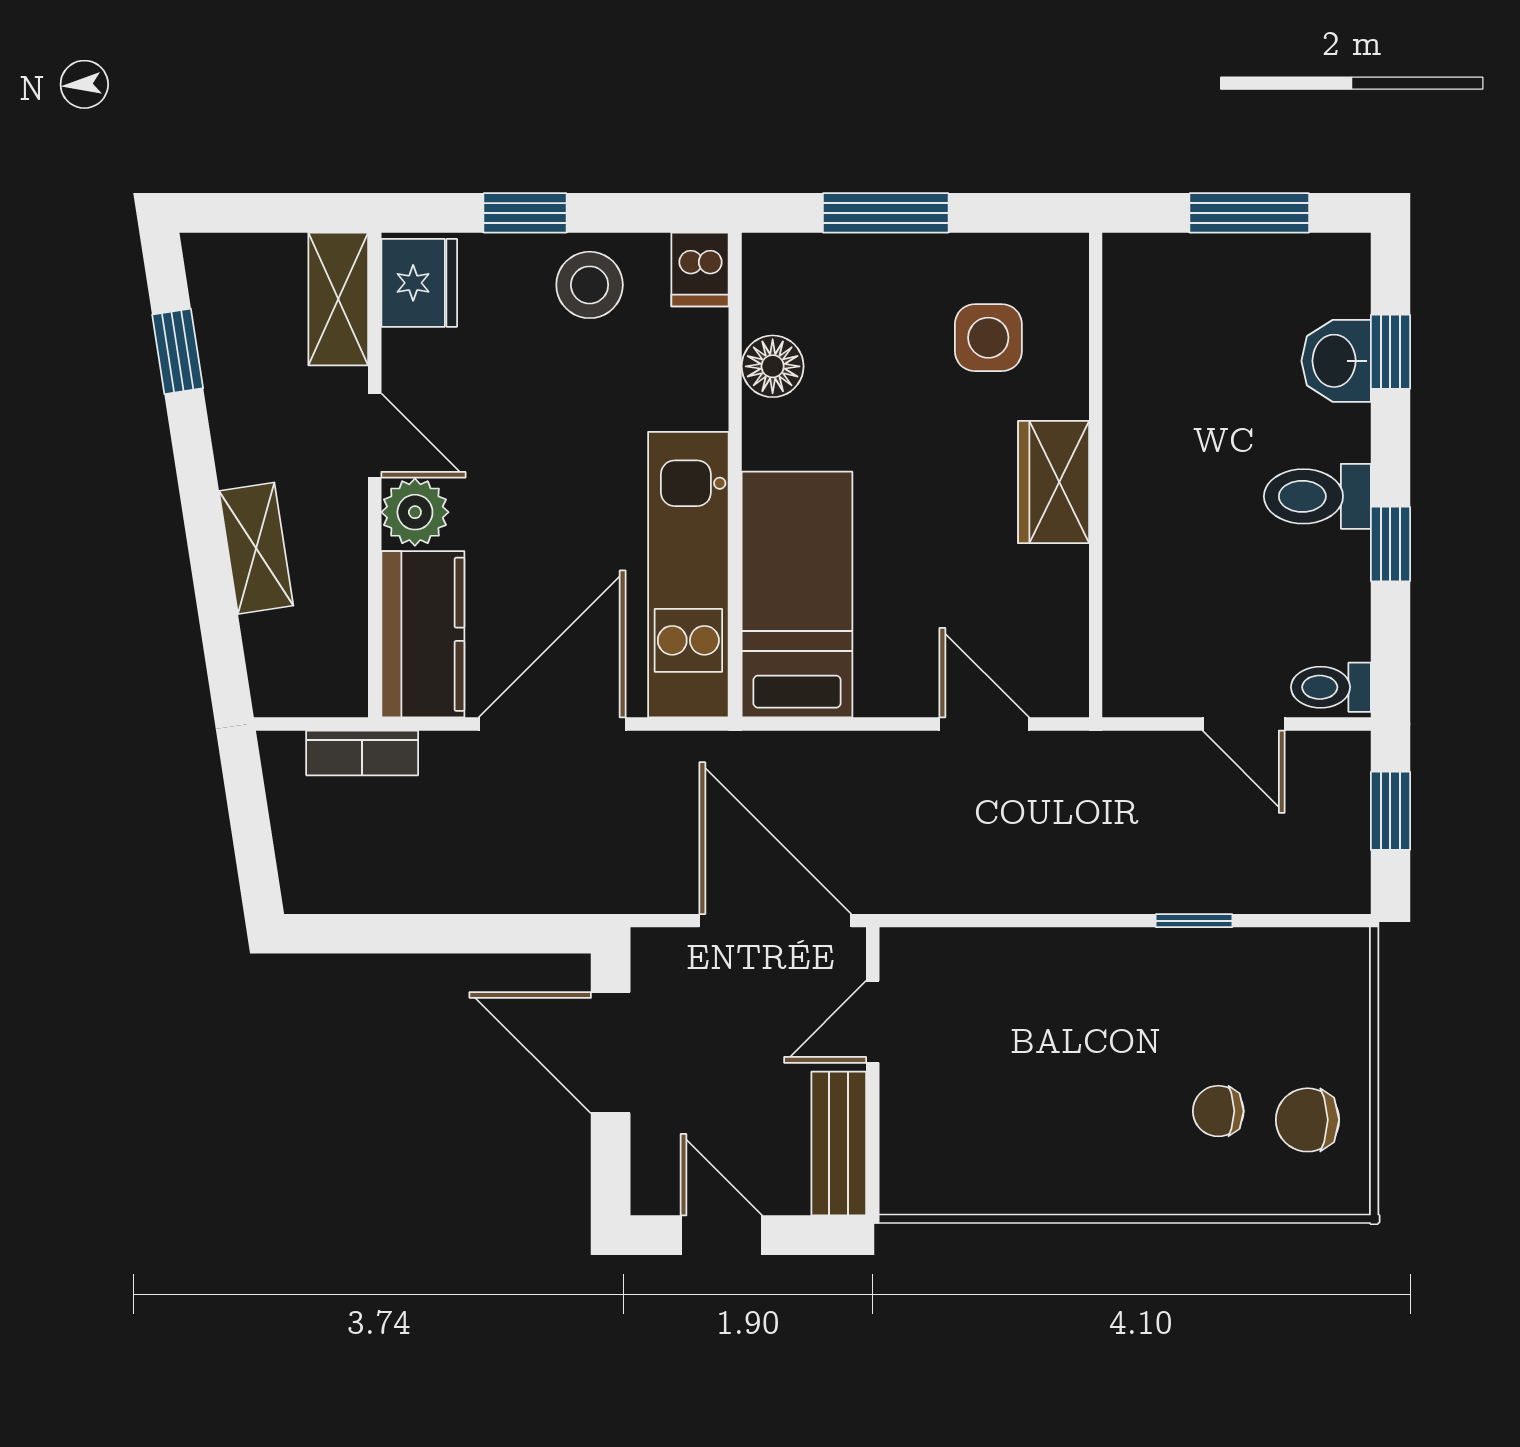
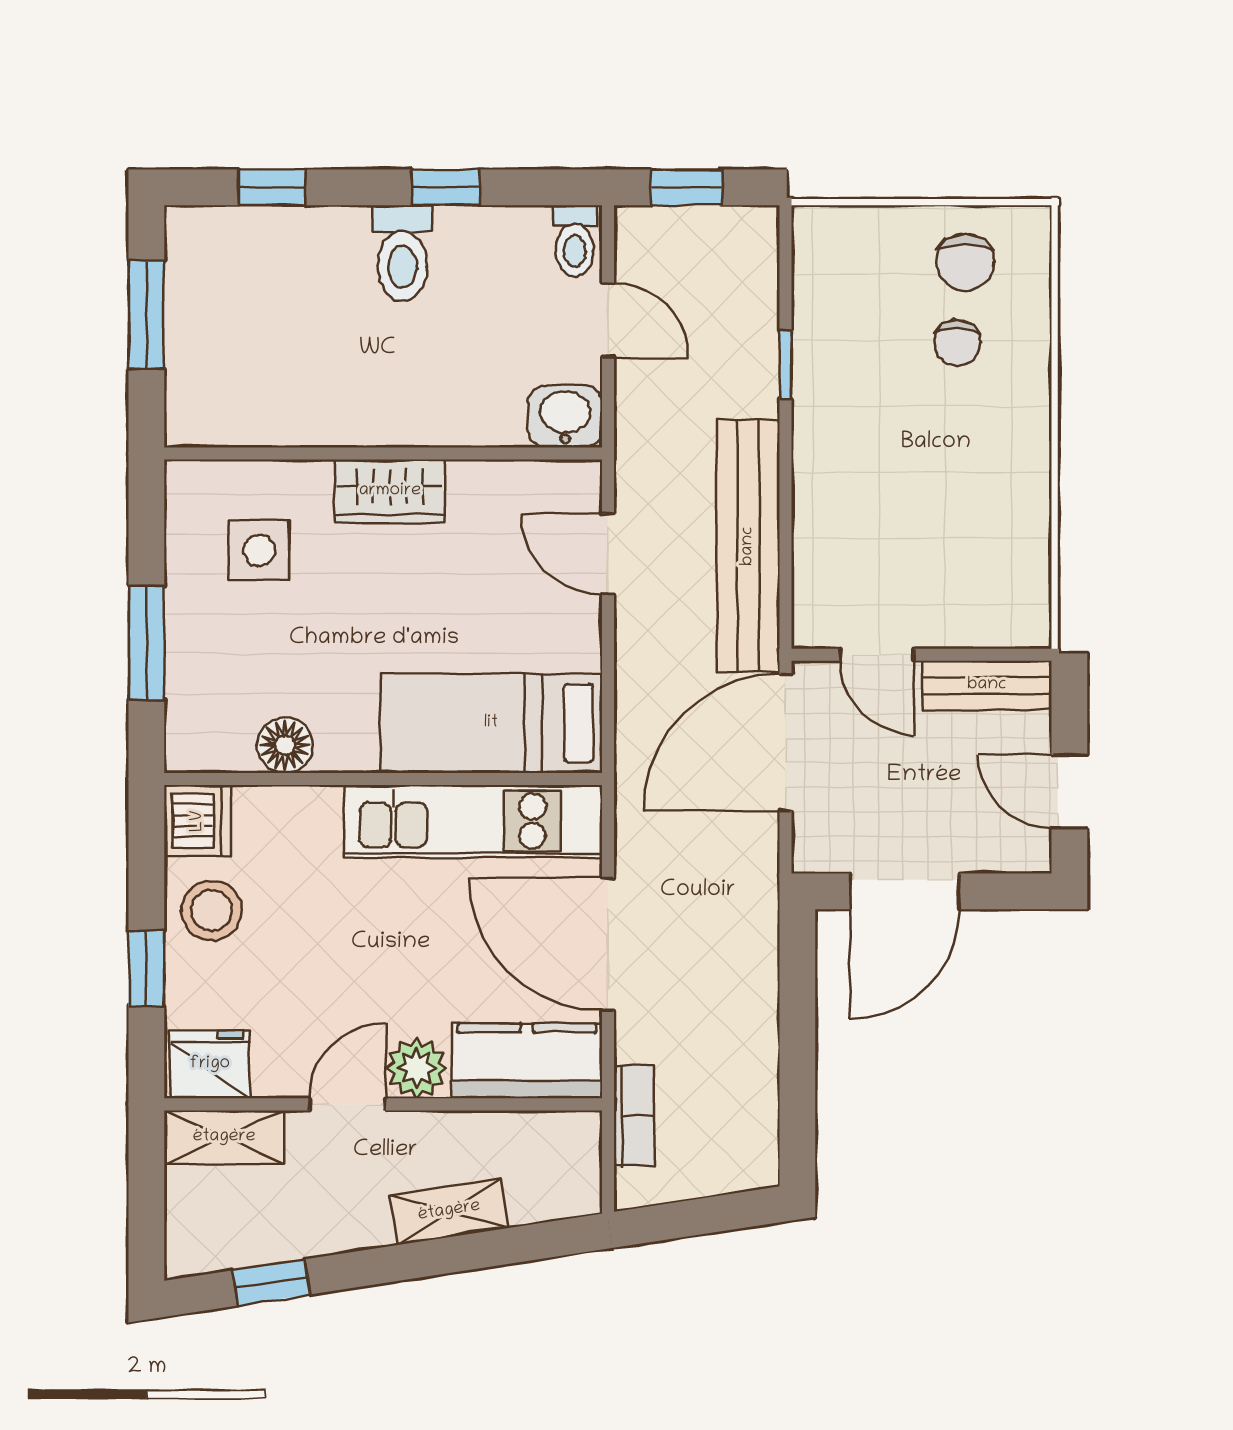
dishwasher: (700, 269) -> (198, 821), width x1.38
washbasin: (1336, 361) -> (565, 416), moved, turned 180
door: (984, 724) -> (608, 554), hinge flipped
door: (1244, 724) -> (608, 320), hinge flipped
bench: (994, 879) -> (748, 546), added
door: (721, 1235) -> (1069, 791), hinge flipped

